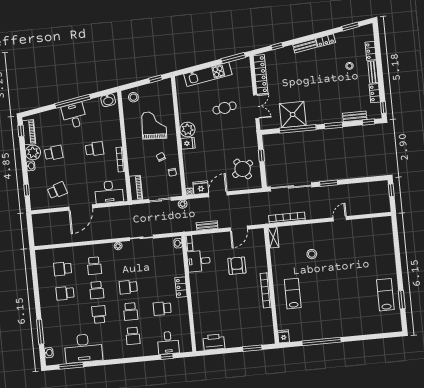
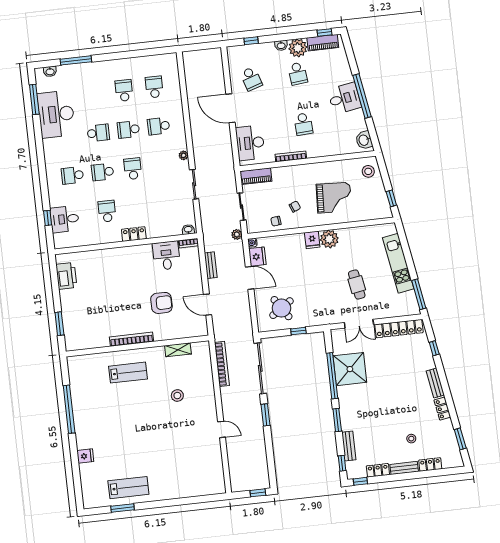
shelving: (273, 237) -> (178, 350), moved
fridge: (284, 336) -> (85, 456), moved

